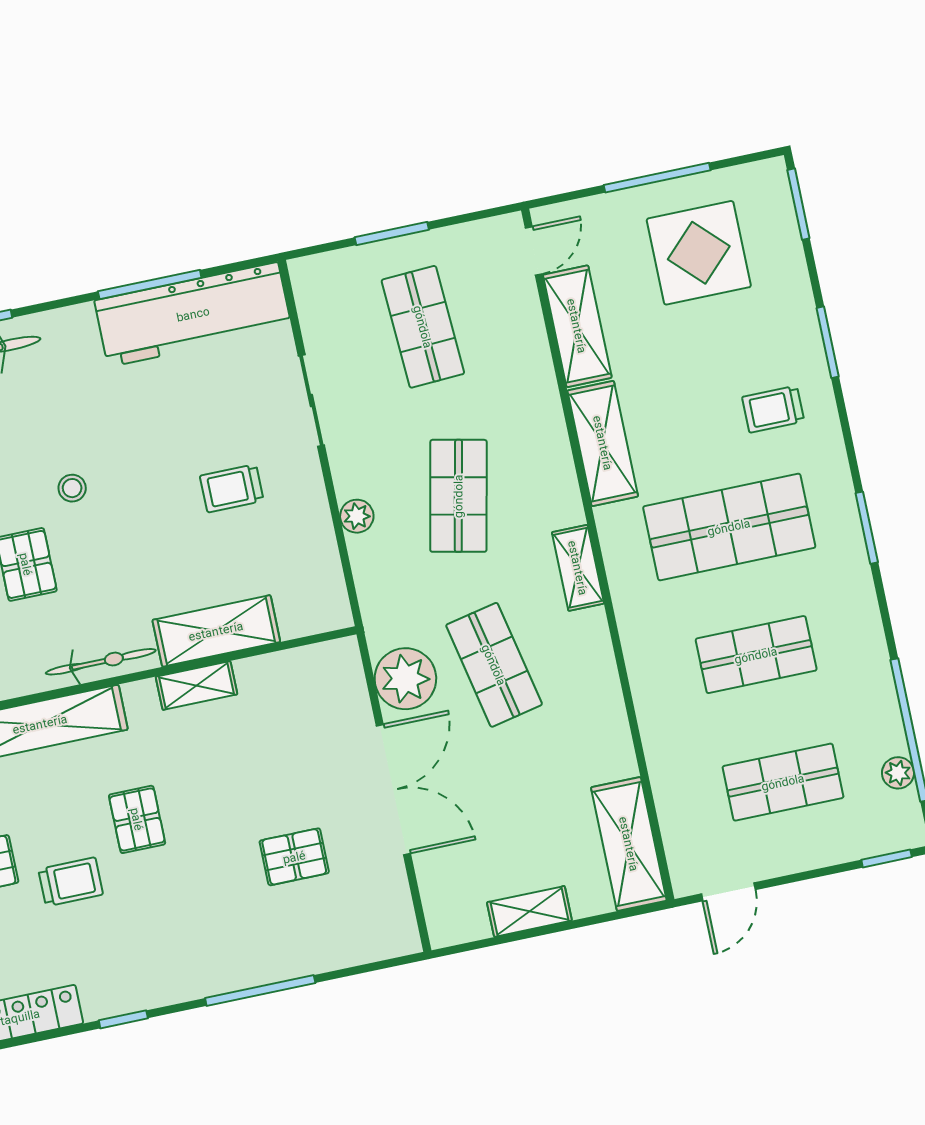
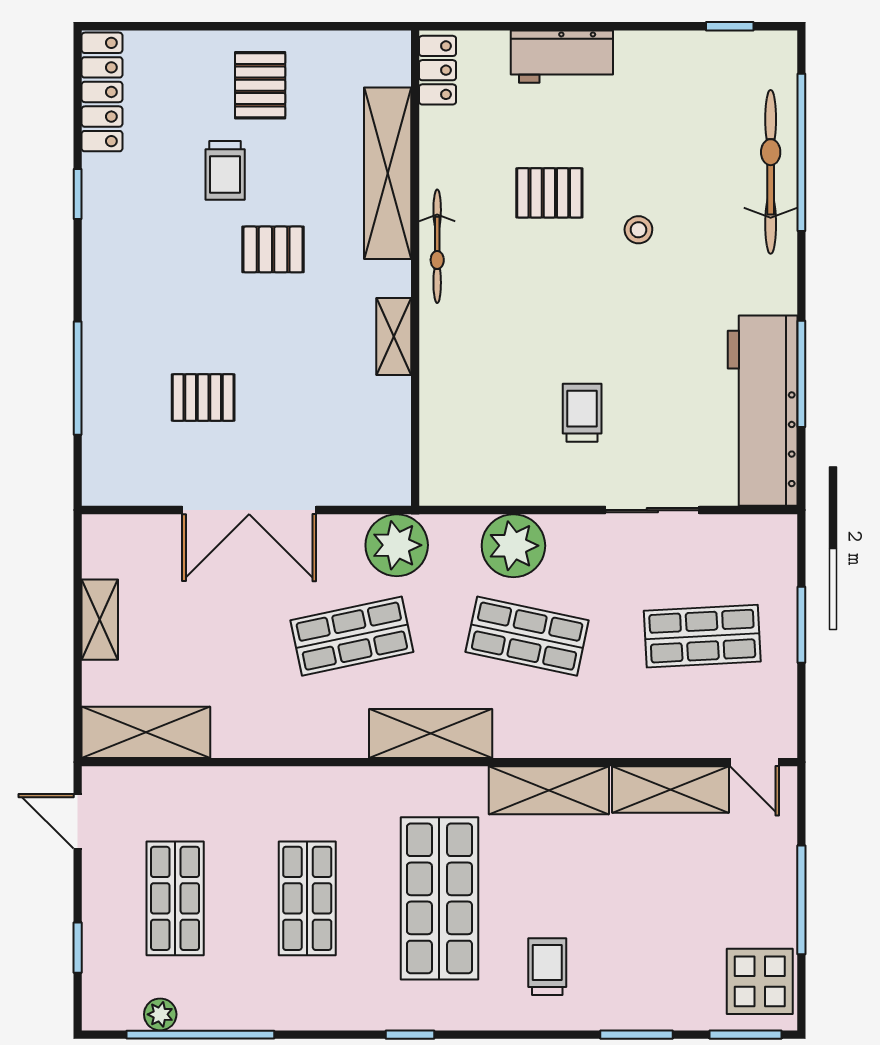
display table: (699, 253) -> (760, 981), moved, width x0.73, depth x0.73
window: (828, 342) -> (637, 1035), moved
stool: (72, 488) -> (638, 230), moved
plant: (357, 516) -> (513, 546), width x1.87, depth x1.87
window: (867, 528) -> (410, 1035), width x0.67
shelving: (578, 568) -> (431, 734), width x1.50, depth x1.33
shelving: (216, 631) -> (444, 368), removed
plant: (405, 679) -> (397, 545), moved
pallet: (294, 857) -> (203, 398), turned 90
window: (887, 858) -> (78, 948), moved
window: (260, 990) -> (78, 378), moved

